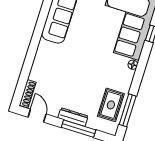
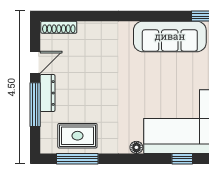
door: (37, 116) -> (35, 62), moved

